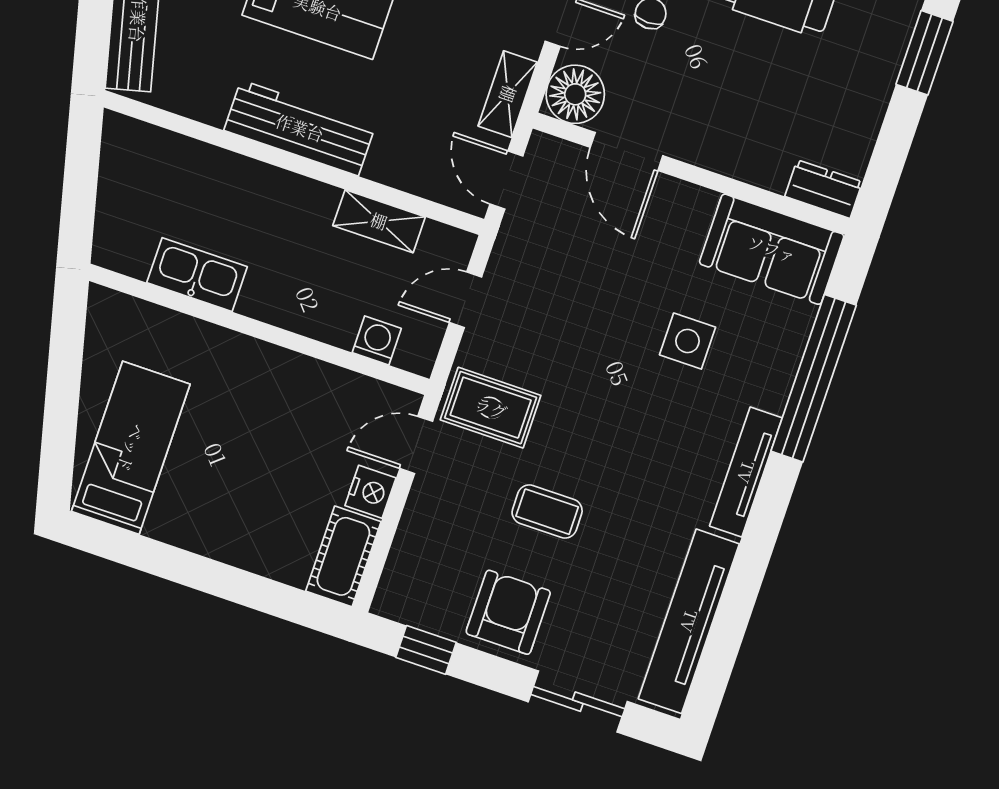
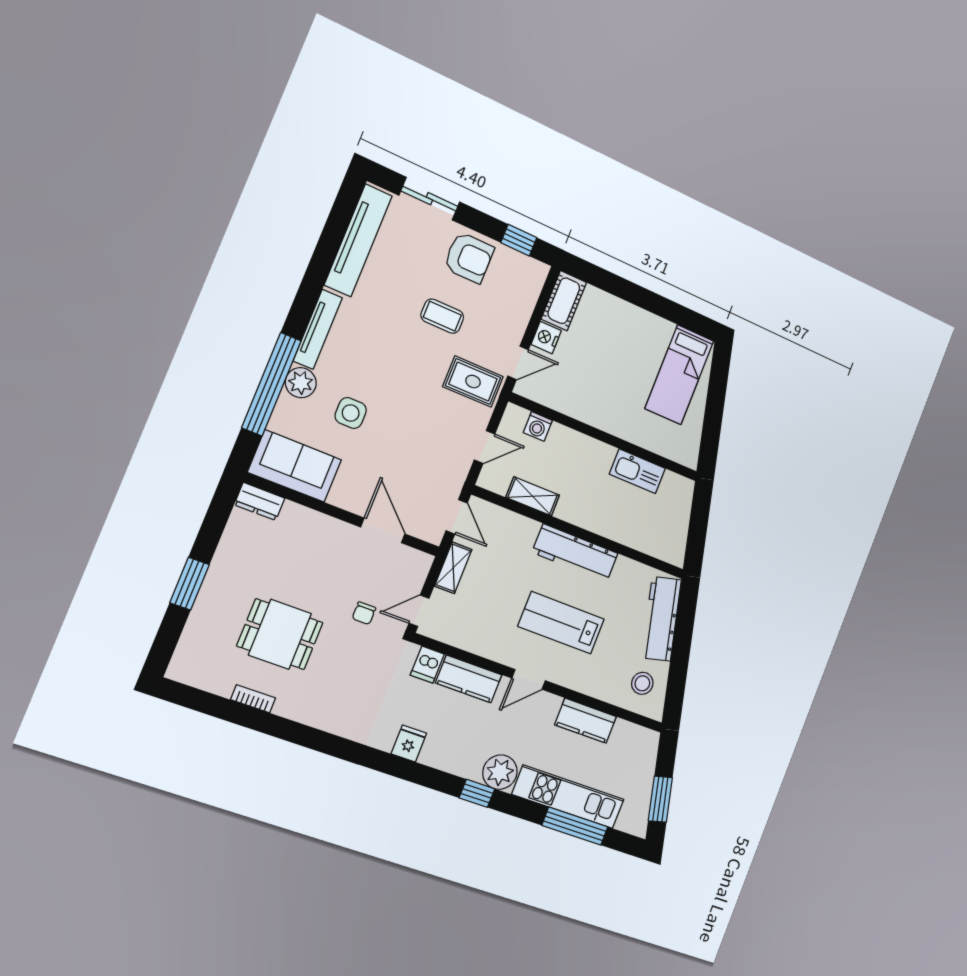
floor lamp: (575, 94) -> (413, 566), removed
plant: (768, 384) -> (301, 383), added
armchair: (508, 612) -> (469, 258), turned -90

